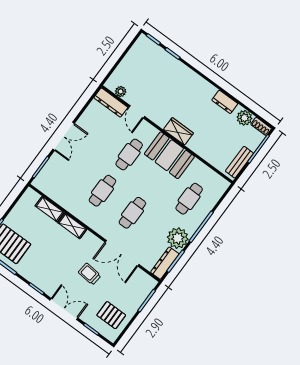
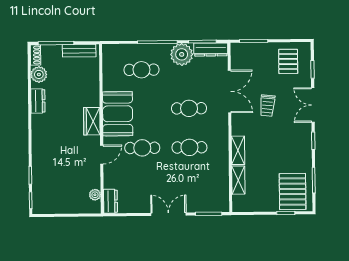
dresser: (111, 103) -> (110, 201), width x0.70
door: (137, 112) -> (102, 155), moved

